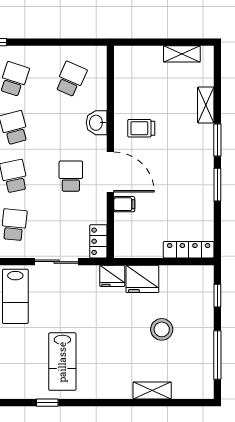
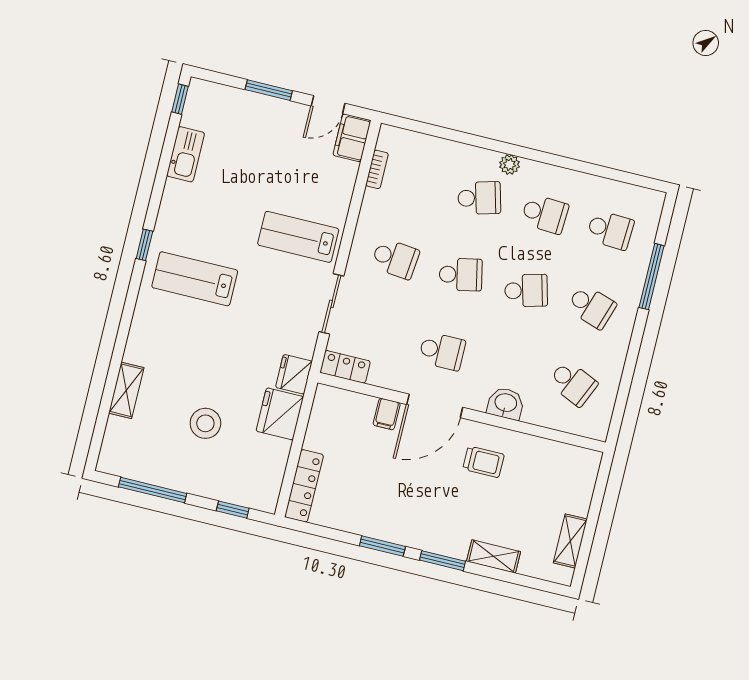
trolley: (141, 128) -> (483, 462), turned 90

